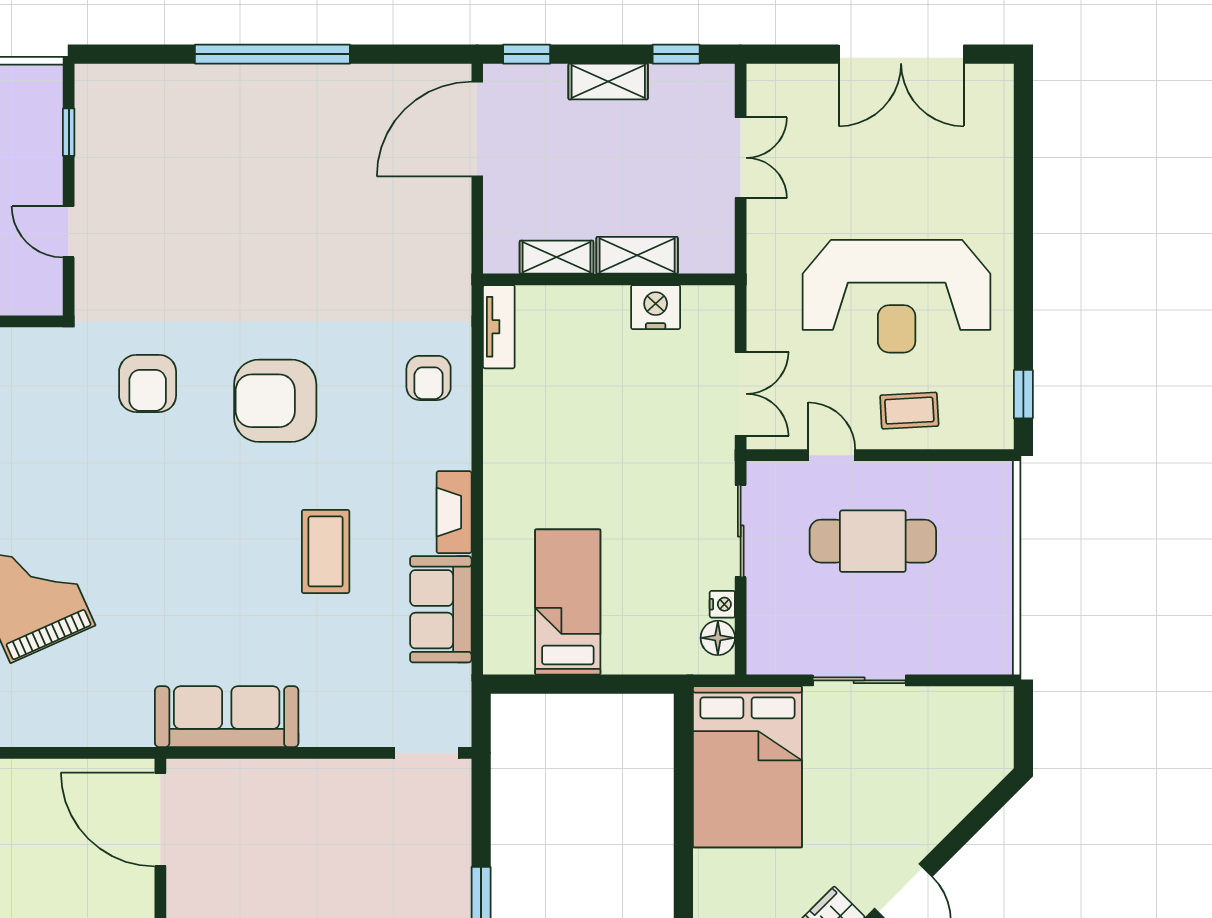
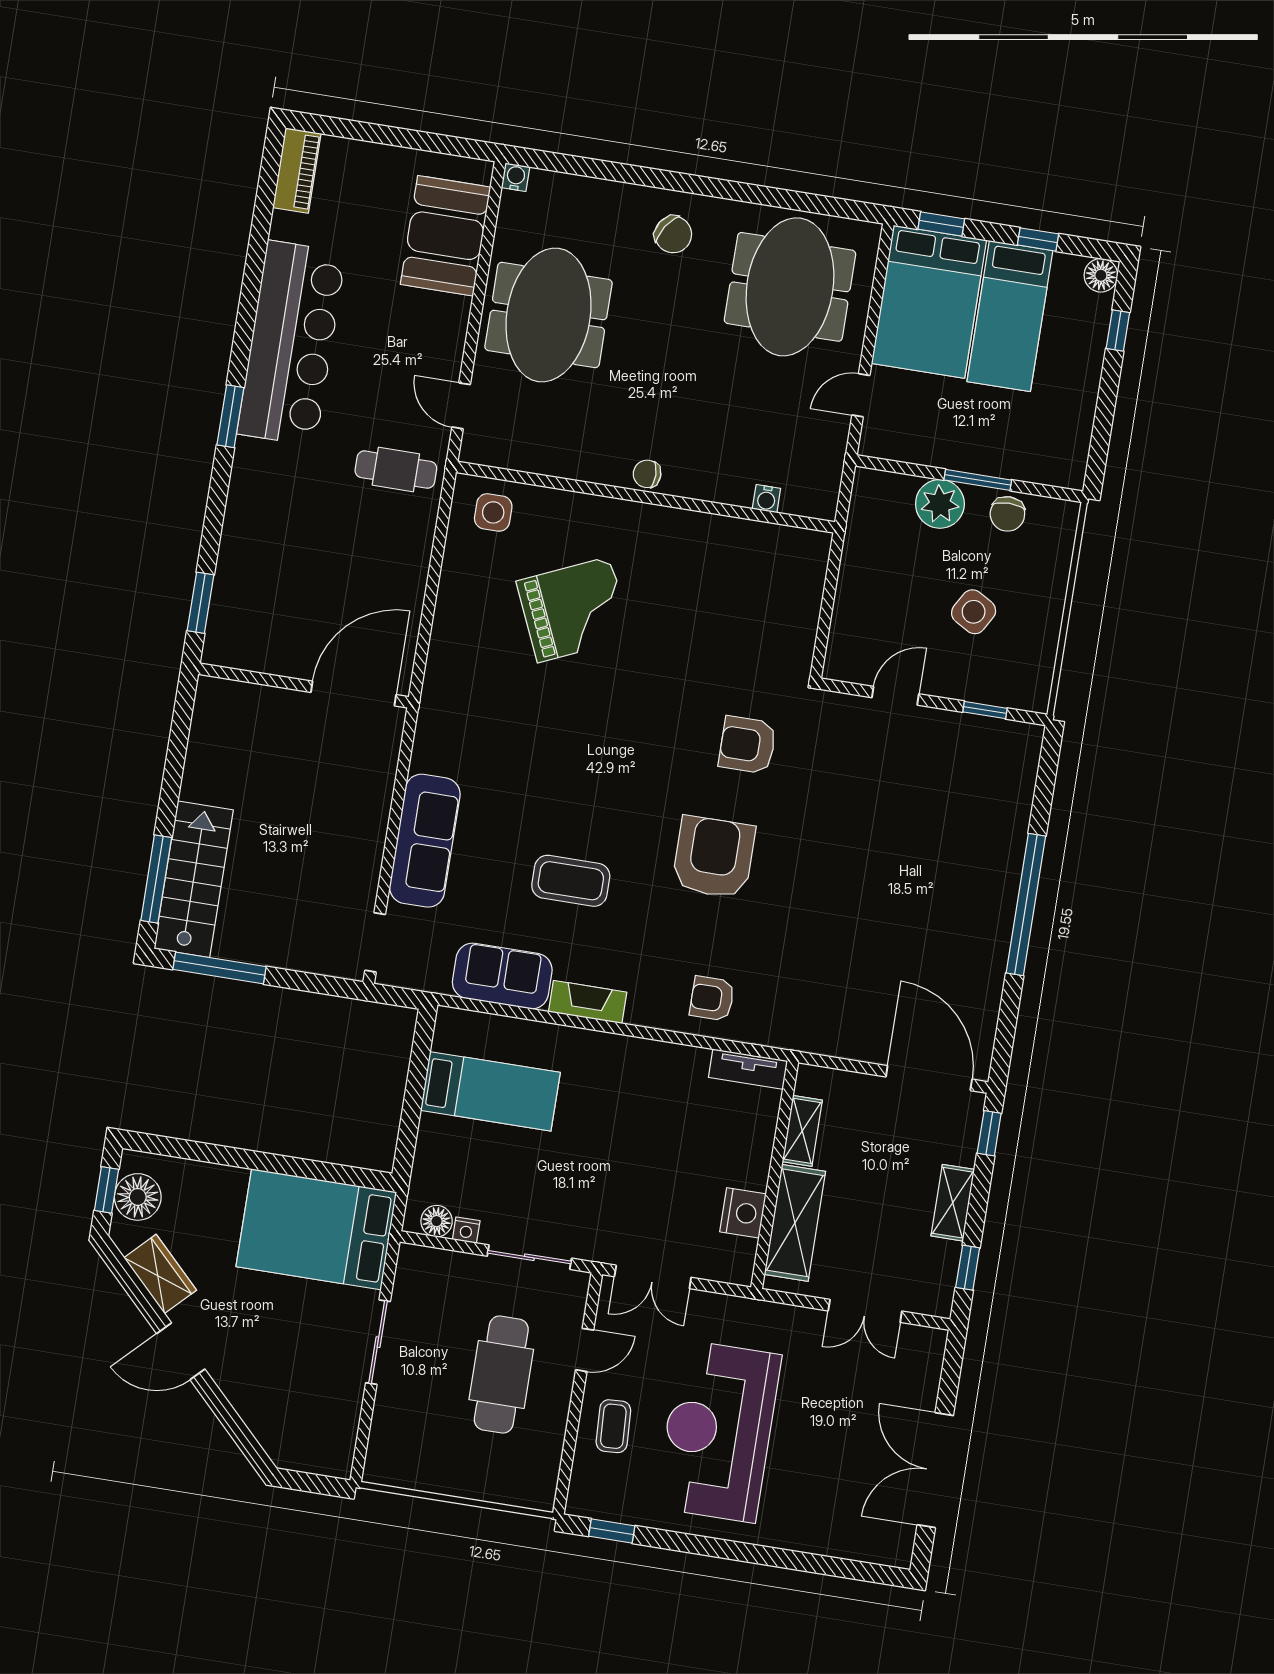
shelving: (637, 255) -> (795, 1223), width x1.50, depth x1.33
sofa: (227, 717) -> (425, 841), moved

